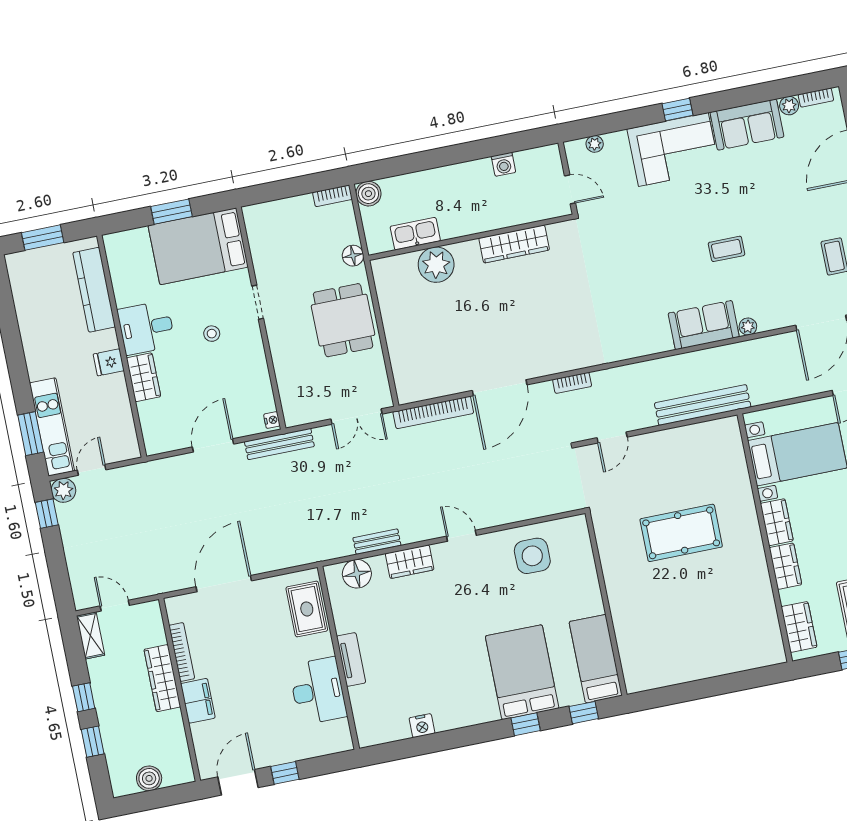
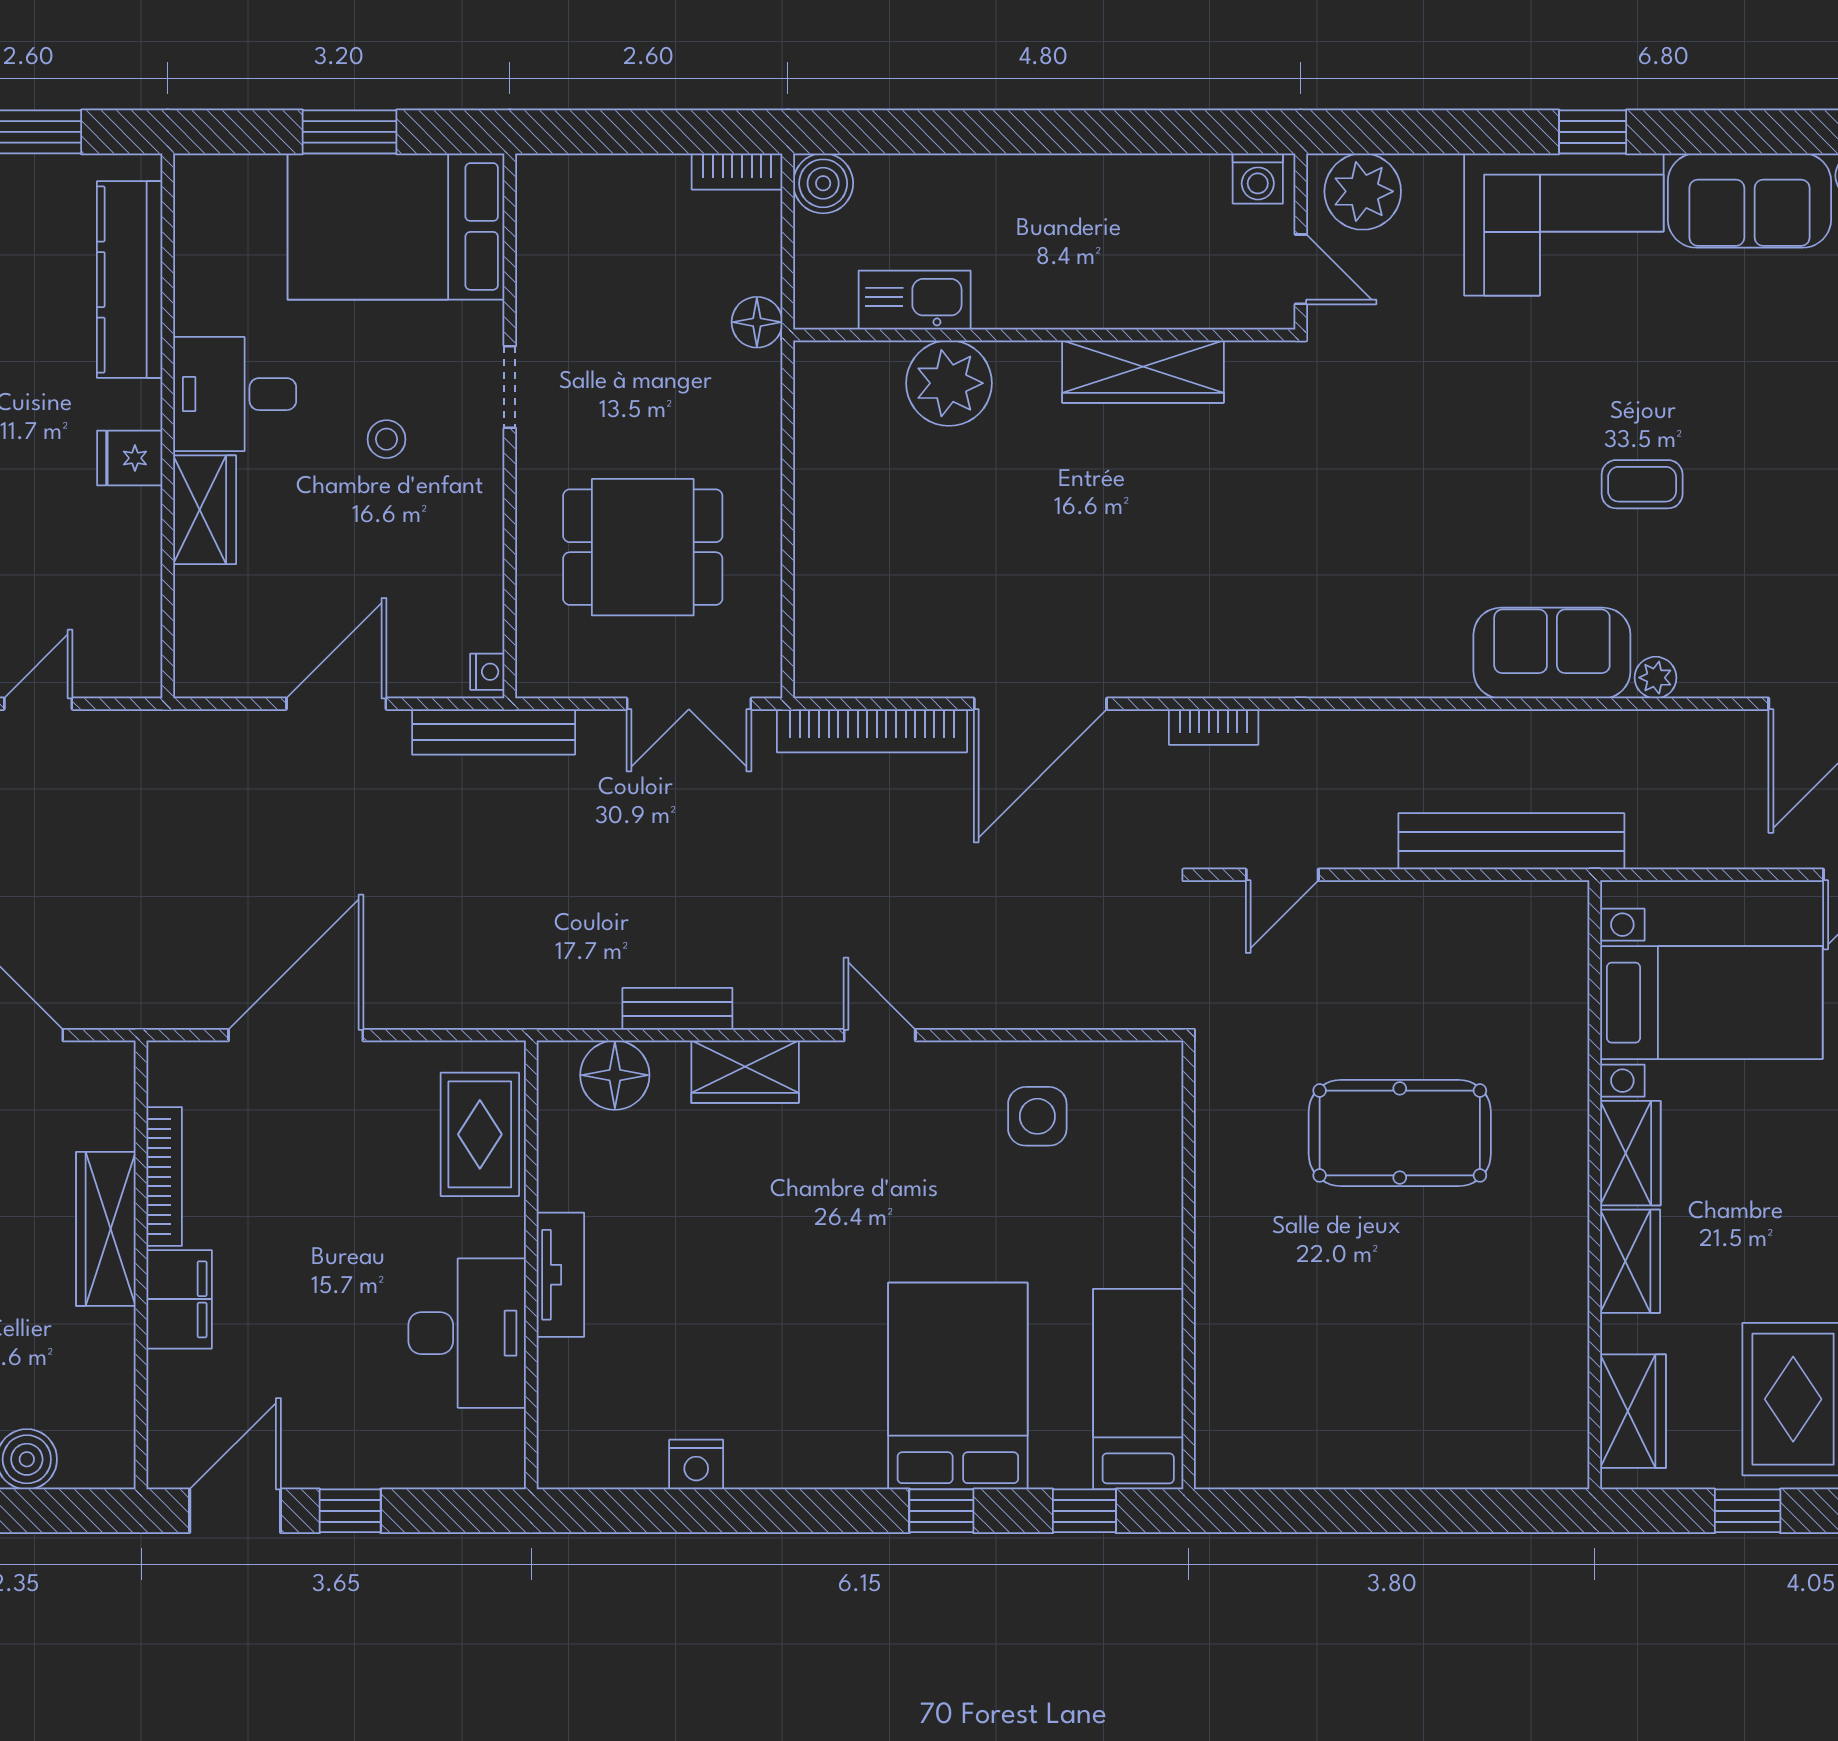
plant: (595, 144) -> (1363, 191), width x1.88, depth x1.88
washing machine: (503, 164) -> (1258, 178), moved
dining table: (343, 320) -> (643, 547), moved, turned 90
side table: (532, 556) -> (1037, 1116), width x0.73, depth x0.73

